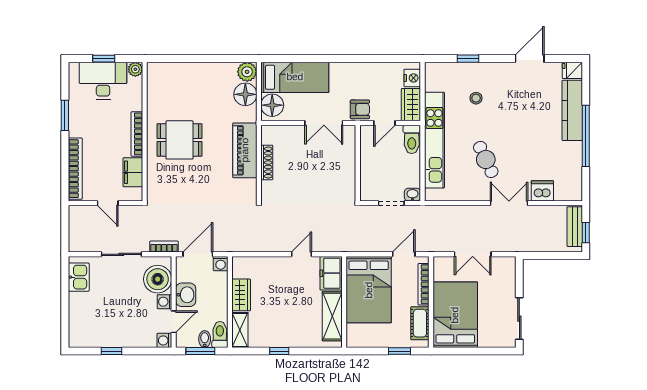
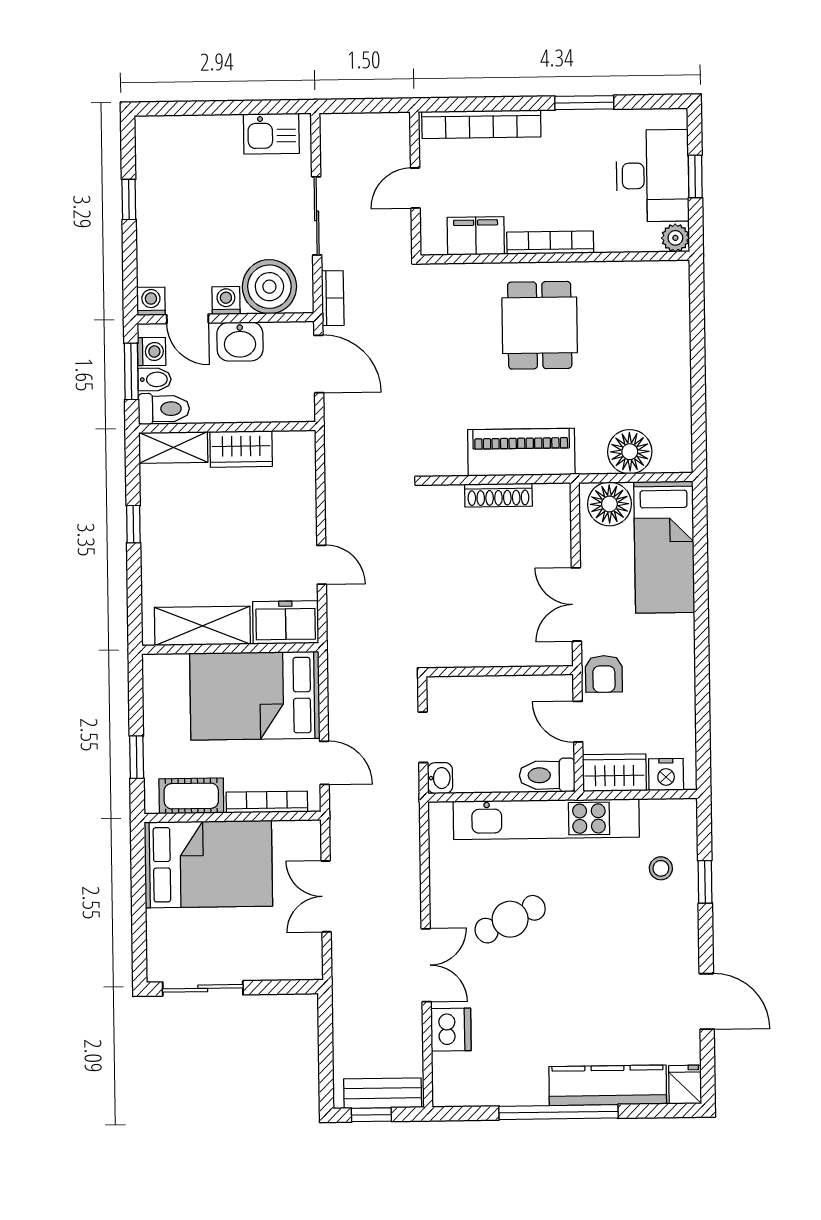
plant: (247, 72) -> (674, 454), removed
stool: (476, 98) -> (661, 868), moved
washing machine: (221, 264) -> (152, 352), moved, turned 180

